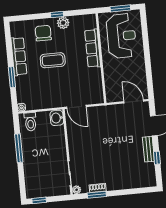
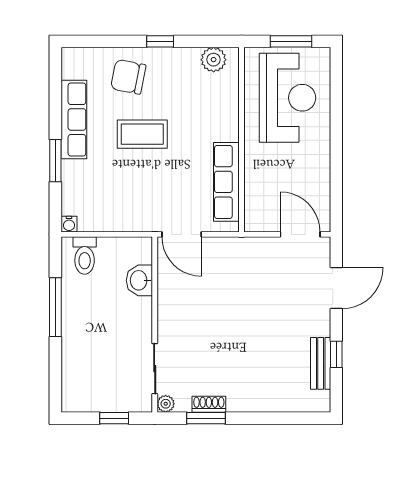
plant: (63, 23) -> (214, 60), moved
chair: (43, 33) -> (128, 77), turned -79
row of seats: (93, 48) -> (226, 182), moved
washbasin: (57, 118) -> (139, 280), moved
bench: (148, 149) -> (321, 363), moved
window: (39, 200) -> (114, 418), moved

